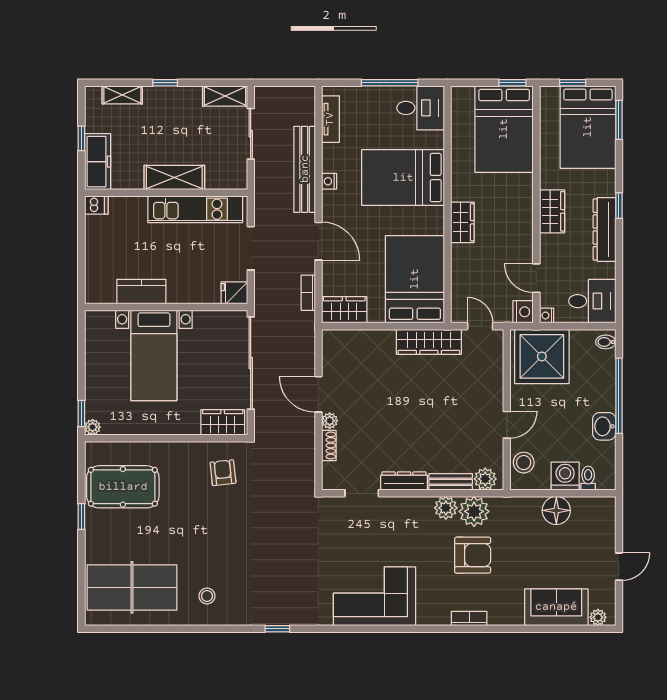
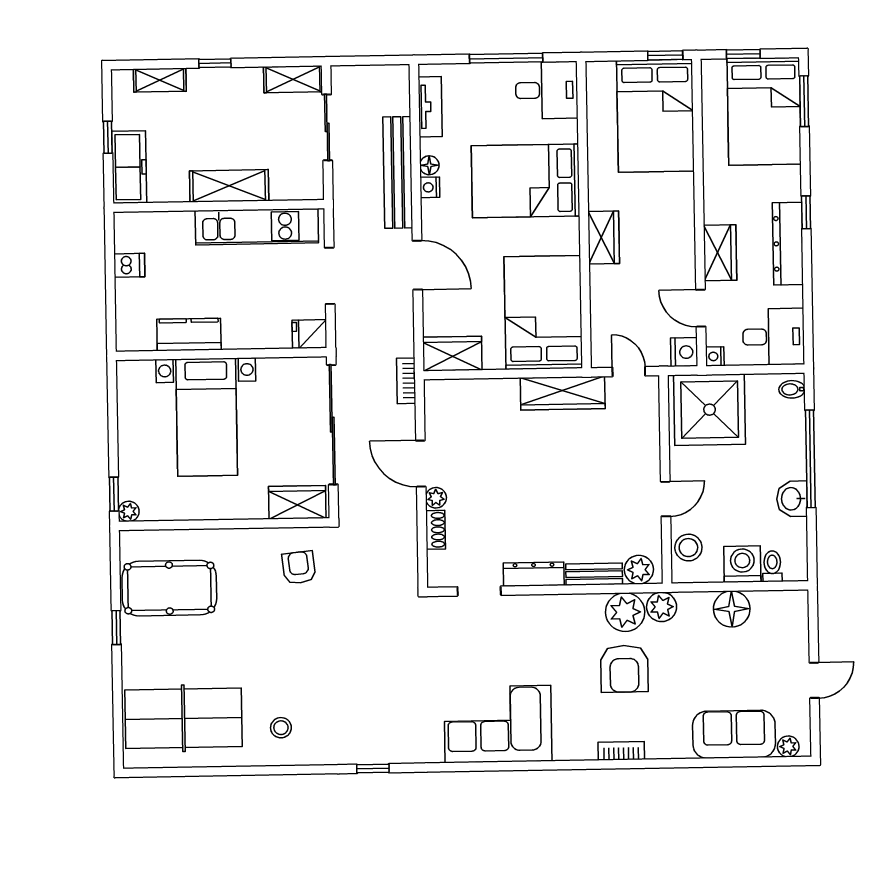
floor lamp: (329, 164) -> (429, 165), added
dishwasher: (96, 205) -> (129, 265), moved
wardrobe: (552, 211) -> (720, 253), moved
bookcase: (308, 293) -> (406, 381), moved
plant: (446, 508) -> (662, 607), moved
armchair: (473, 555) -> (624, 669), turned 90

